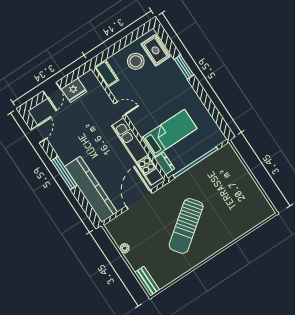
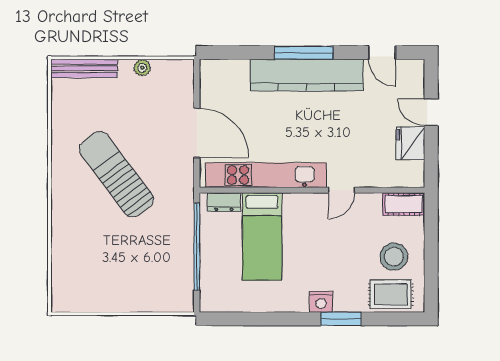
nightstand: (182, 82) -> (321, 302), added
kitchen counter: (91, 189) -> (306, 75), moved
bench: (147, 281) -> (84, 68), width x1.36

